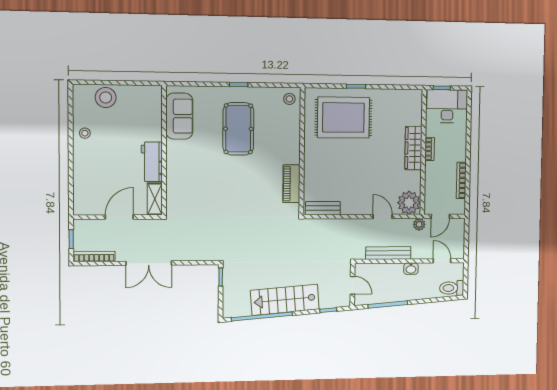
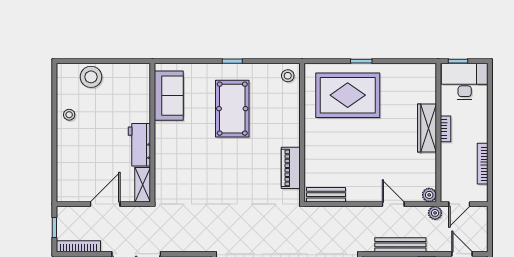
plant: (409, 203) -> (429, 195), width x0.53, depth x0.53

